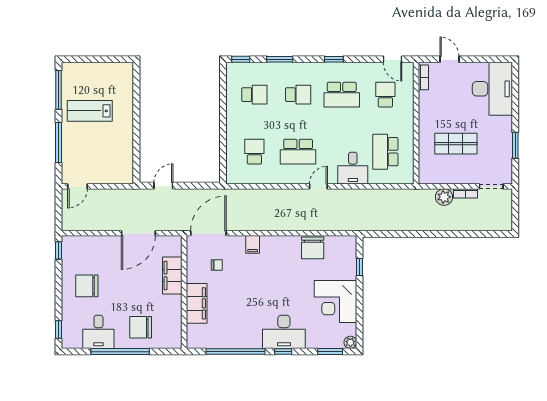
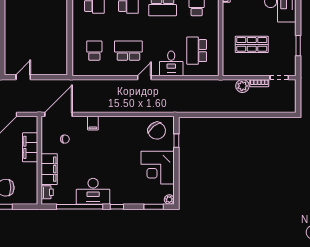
school desk: (298, 152) -> (128, 51), turned 180
chair: (313, 248) -> (157, 131), moved, turned -39
desk: (284, 332) -> (93, 191), moved
printer: (194, 333) -> (47, 192), added

